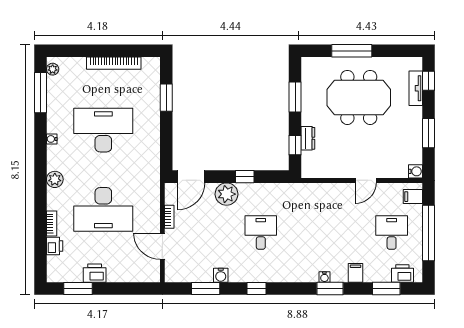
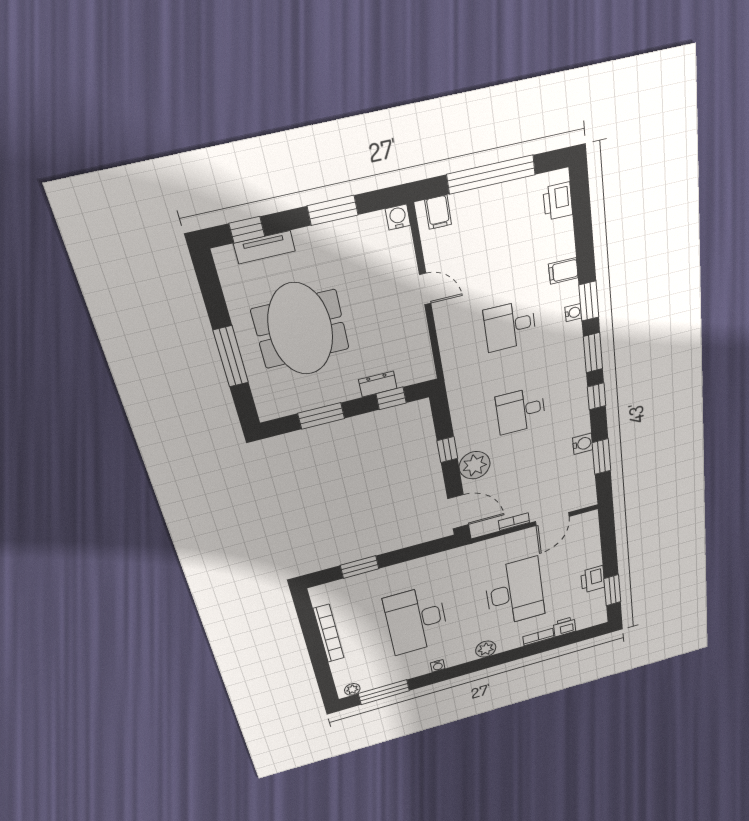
desk: (392, 233) -> (510, 326), moved
window: (386, 289) -> (593, 353), moved

